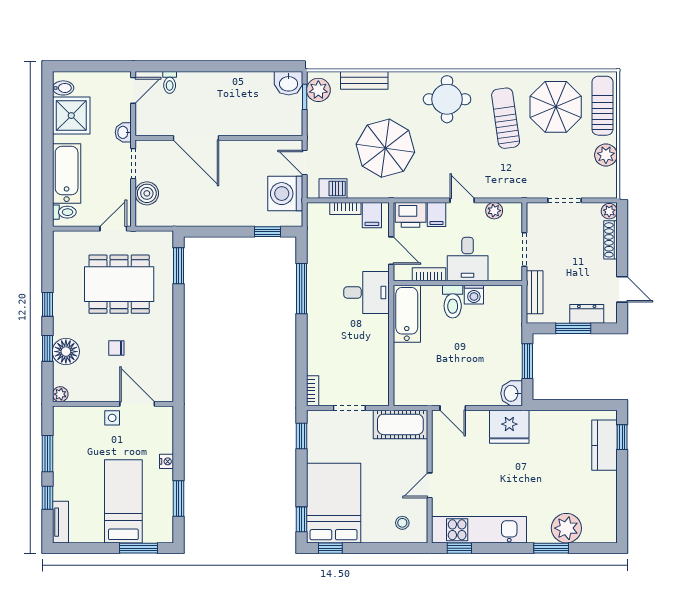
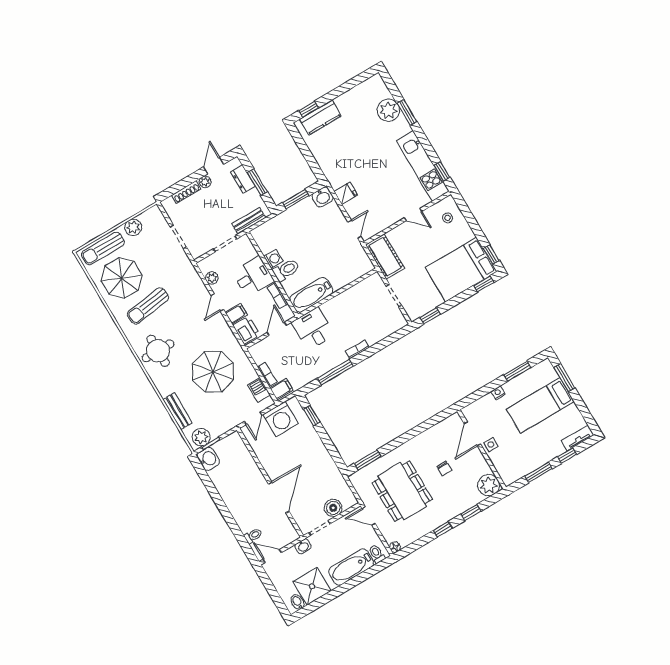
plant: (609, 211) -> (205, 182), moved
filing cabinet: (372, 215) -> (282, 389), moved
floor lamp: (66, 352) -> (395, 547), moved, width x0.53, depth x0.53
bookcase: (313, 391) -> (357, 349), moved
plant: (60, 394) -> (489, 485), width x1.88, depth x1.88
fridge: (509, 427) -> (346, 193), width x0.53, depth x0.75

